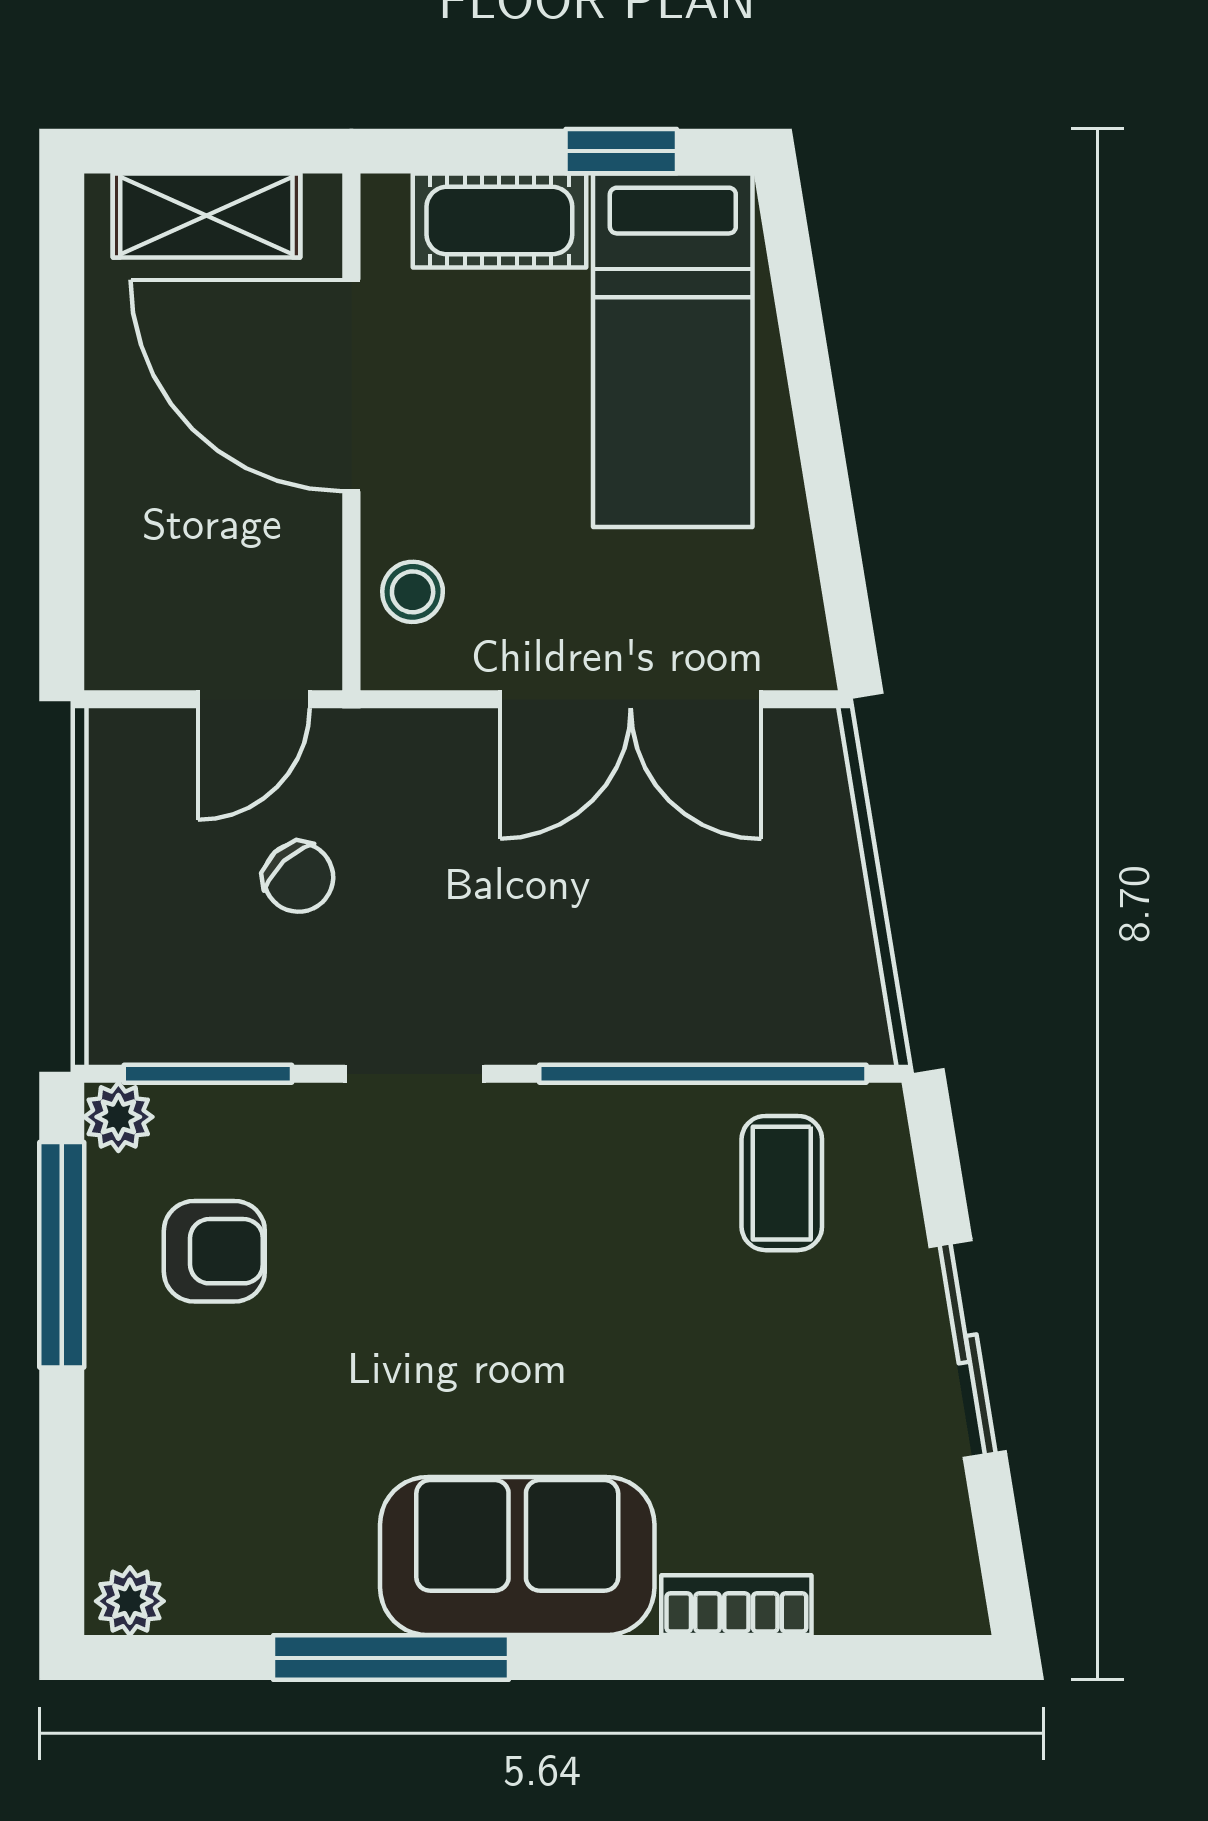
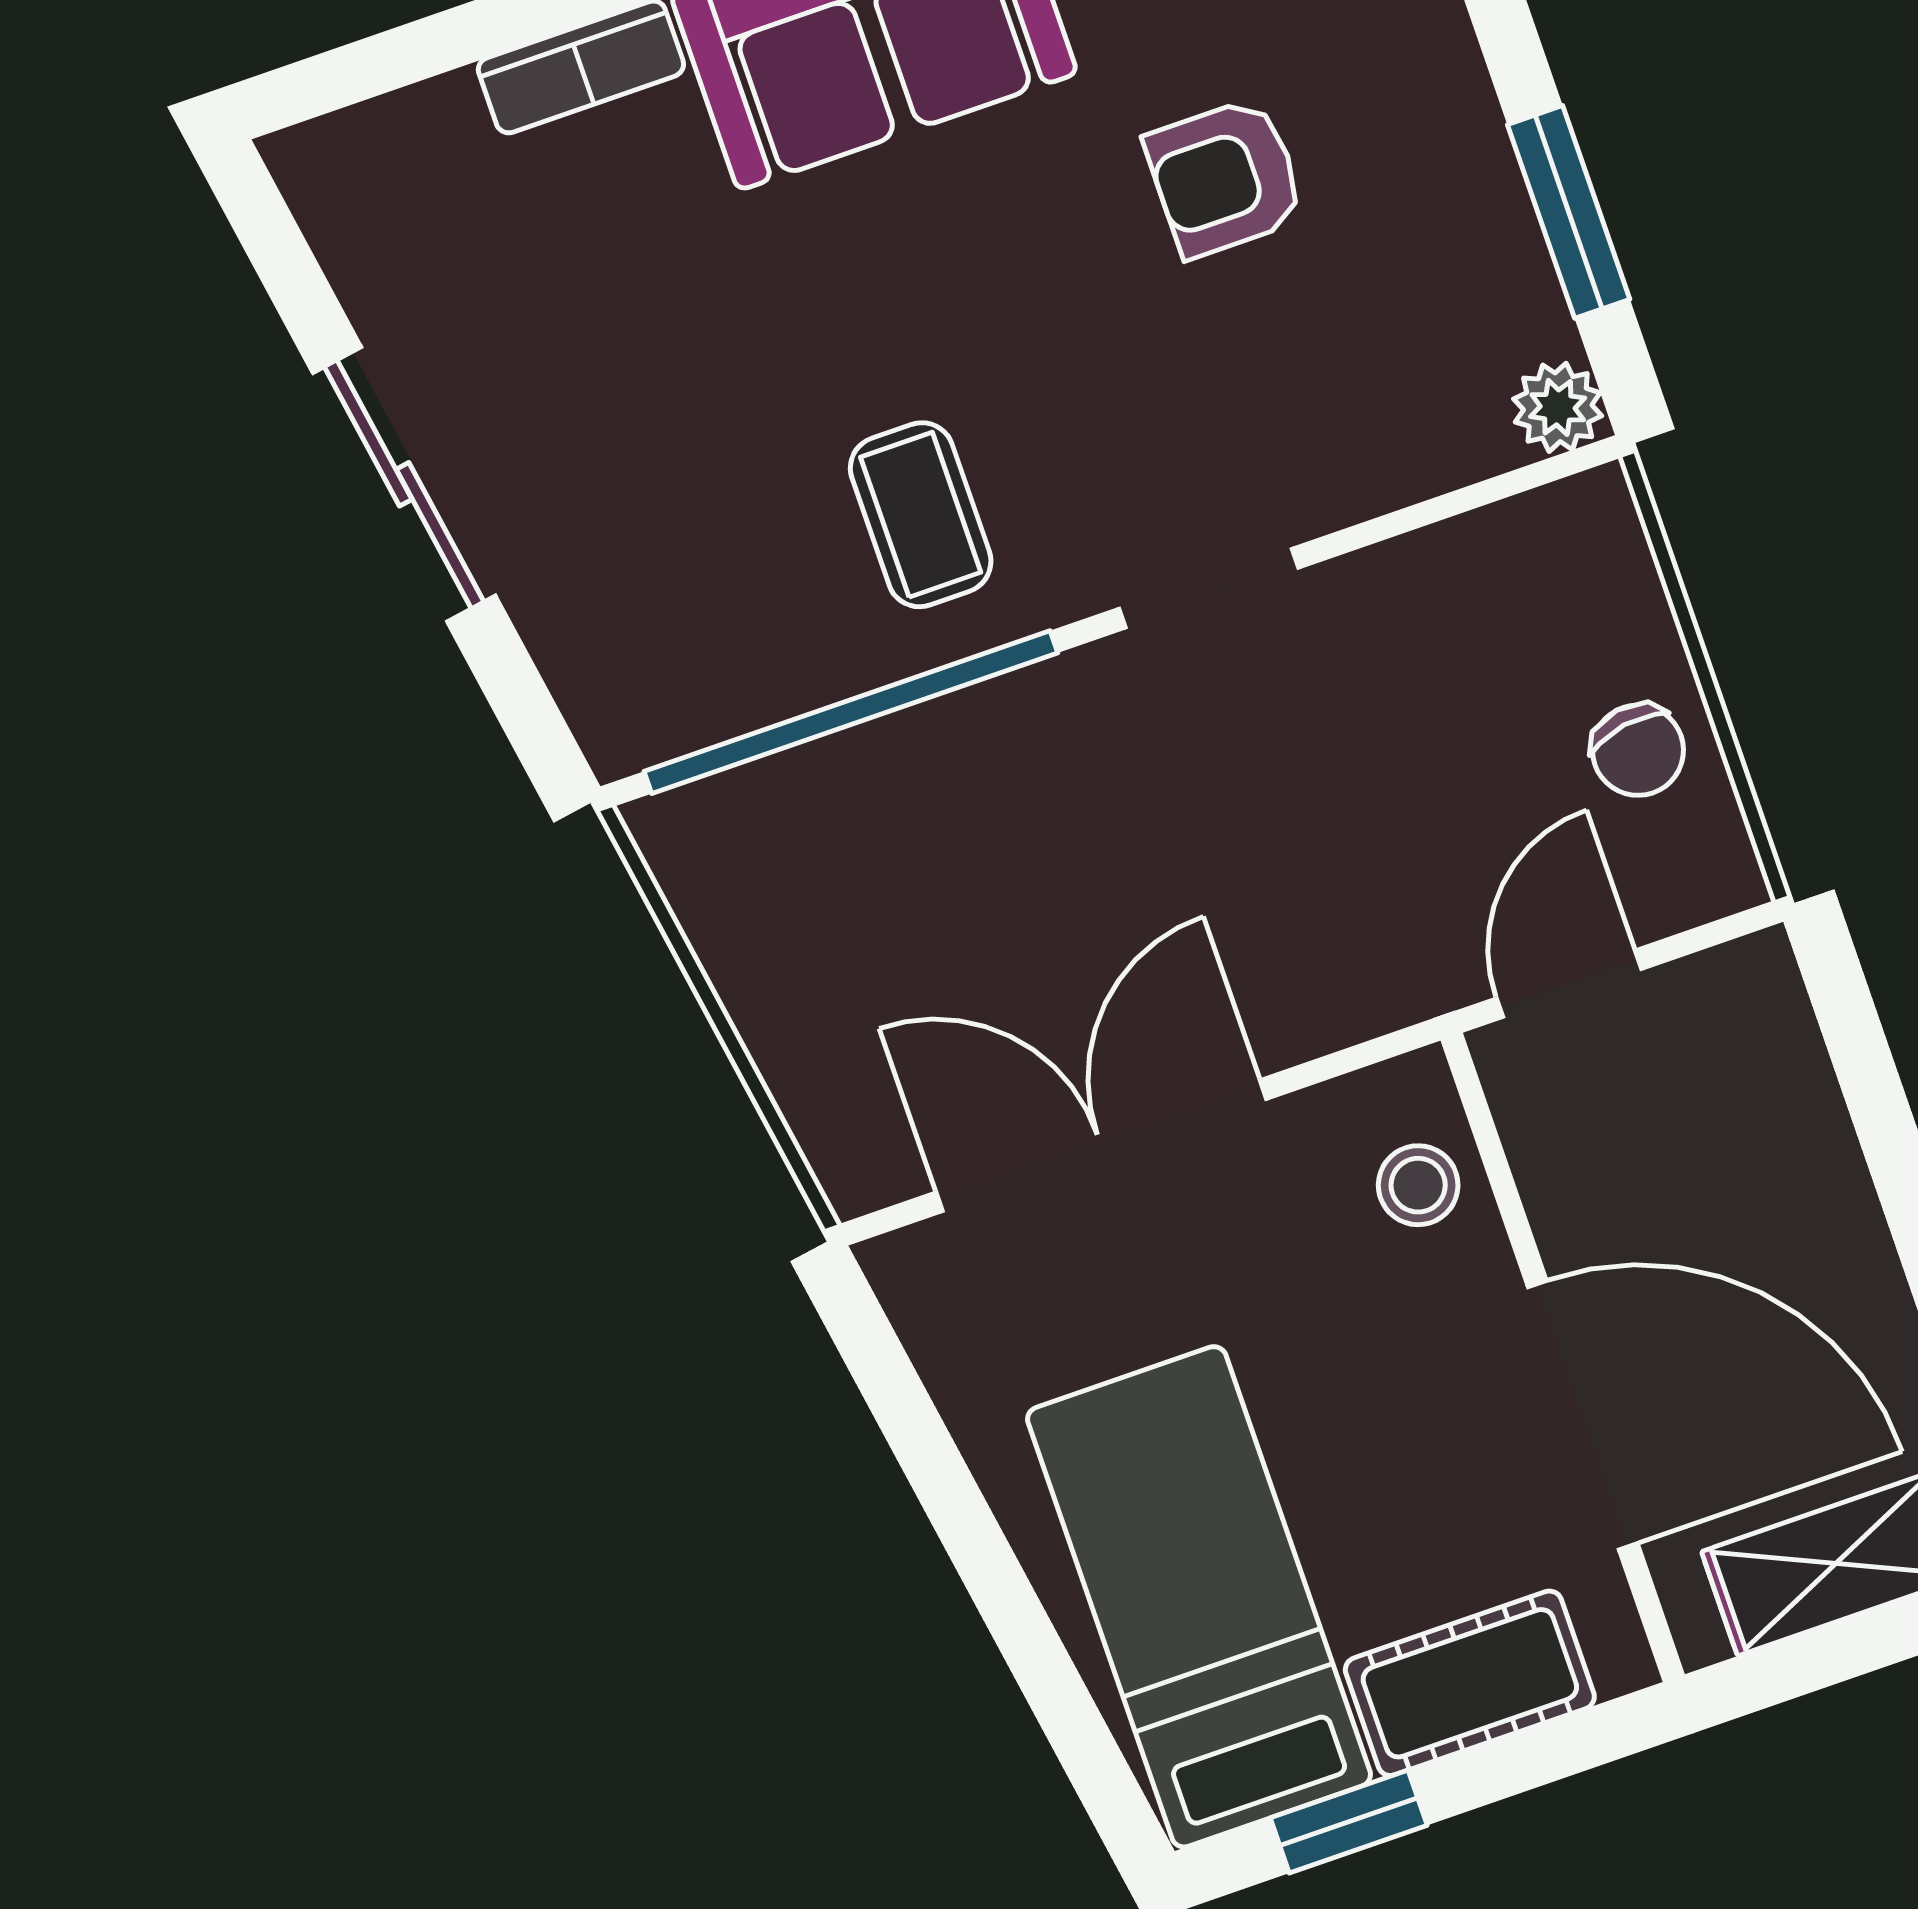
chair: (299, 877) -> (1638, 750), moved, turned -146
window: (208, 1074) -> (1465, 499), removed
coffee table: (782, 1183) -> (921, 515), moved
armchair: (214, 1251) -> (1225, 178), moved
window: (62, 1255) -> (1569, 212), width x0.69

